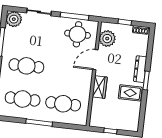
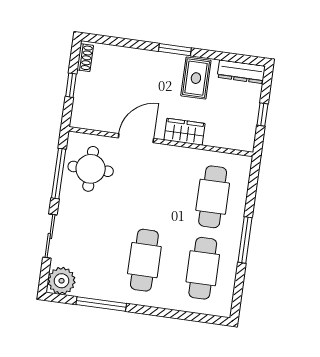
plant: (107, 39) -> (99, 117), removed
door: (95, 60) -> (136, 138), swing flipped
dresser: (140, 69) -> (241, 72), moved

